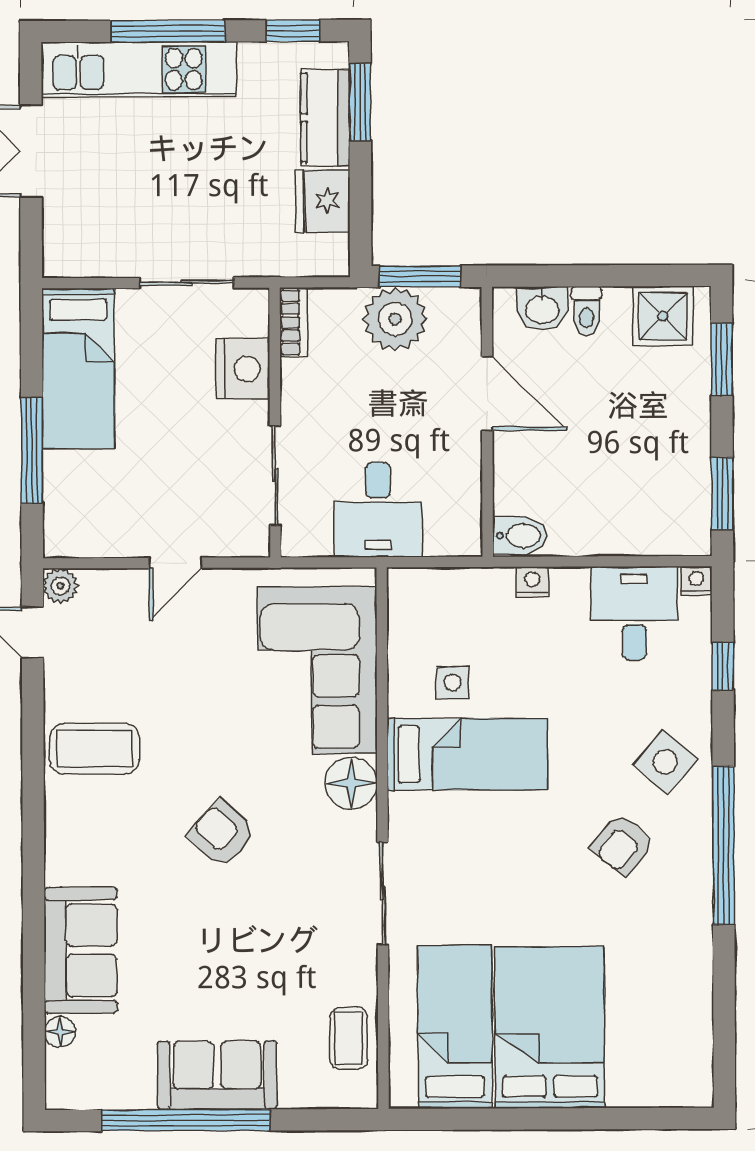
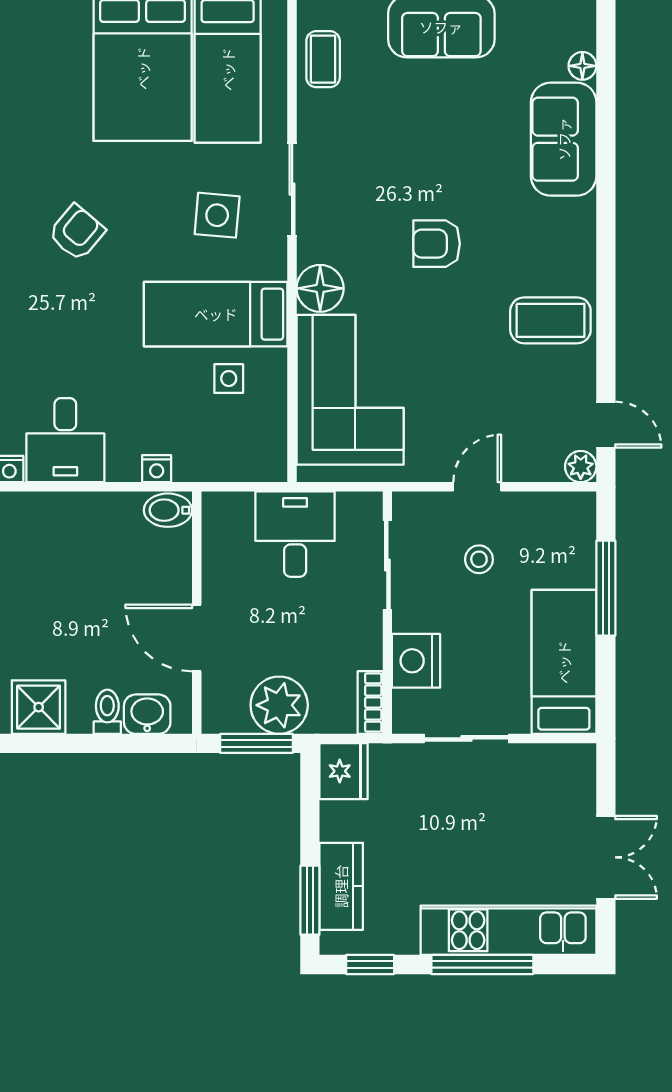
fridge: (323, 201) -> (344, 771), moved
stool: (173, 482) -> (479, 559), added
side table: (665, 762) -> (217, 215), moved, turned -36
armchair: (222, 833) -> (437, 244), turned 138

